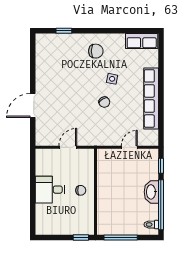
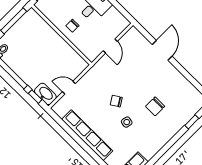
chair: (96, 51) -> (155, 106), moved
door: (129, 147) -> (69, 88), swing flipped
washbasin: (151, 192) -> (45, 94), moved

